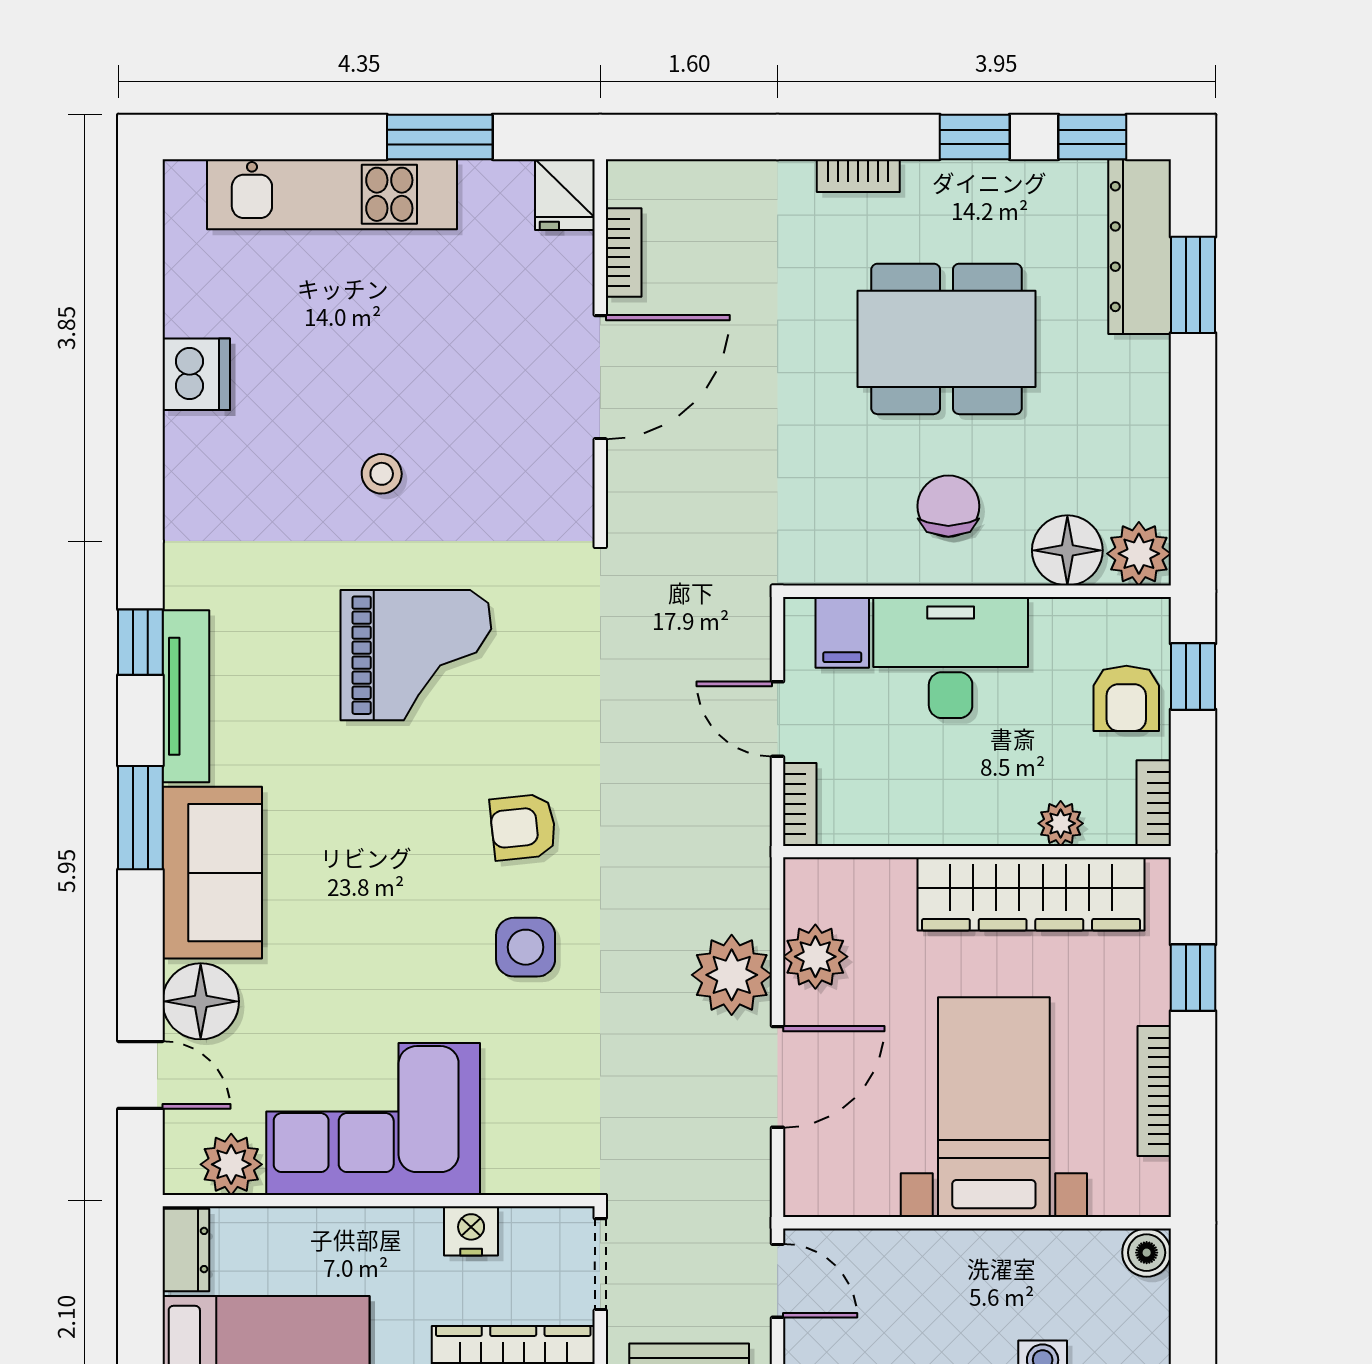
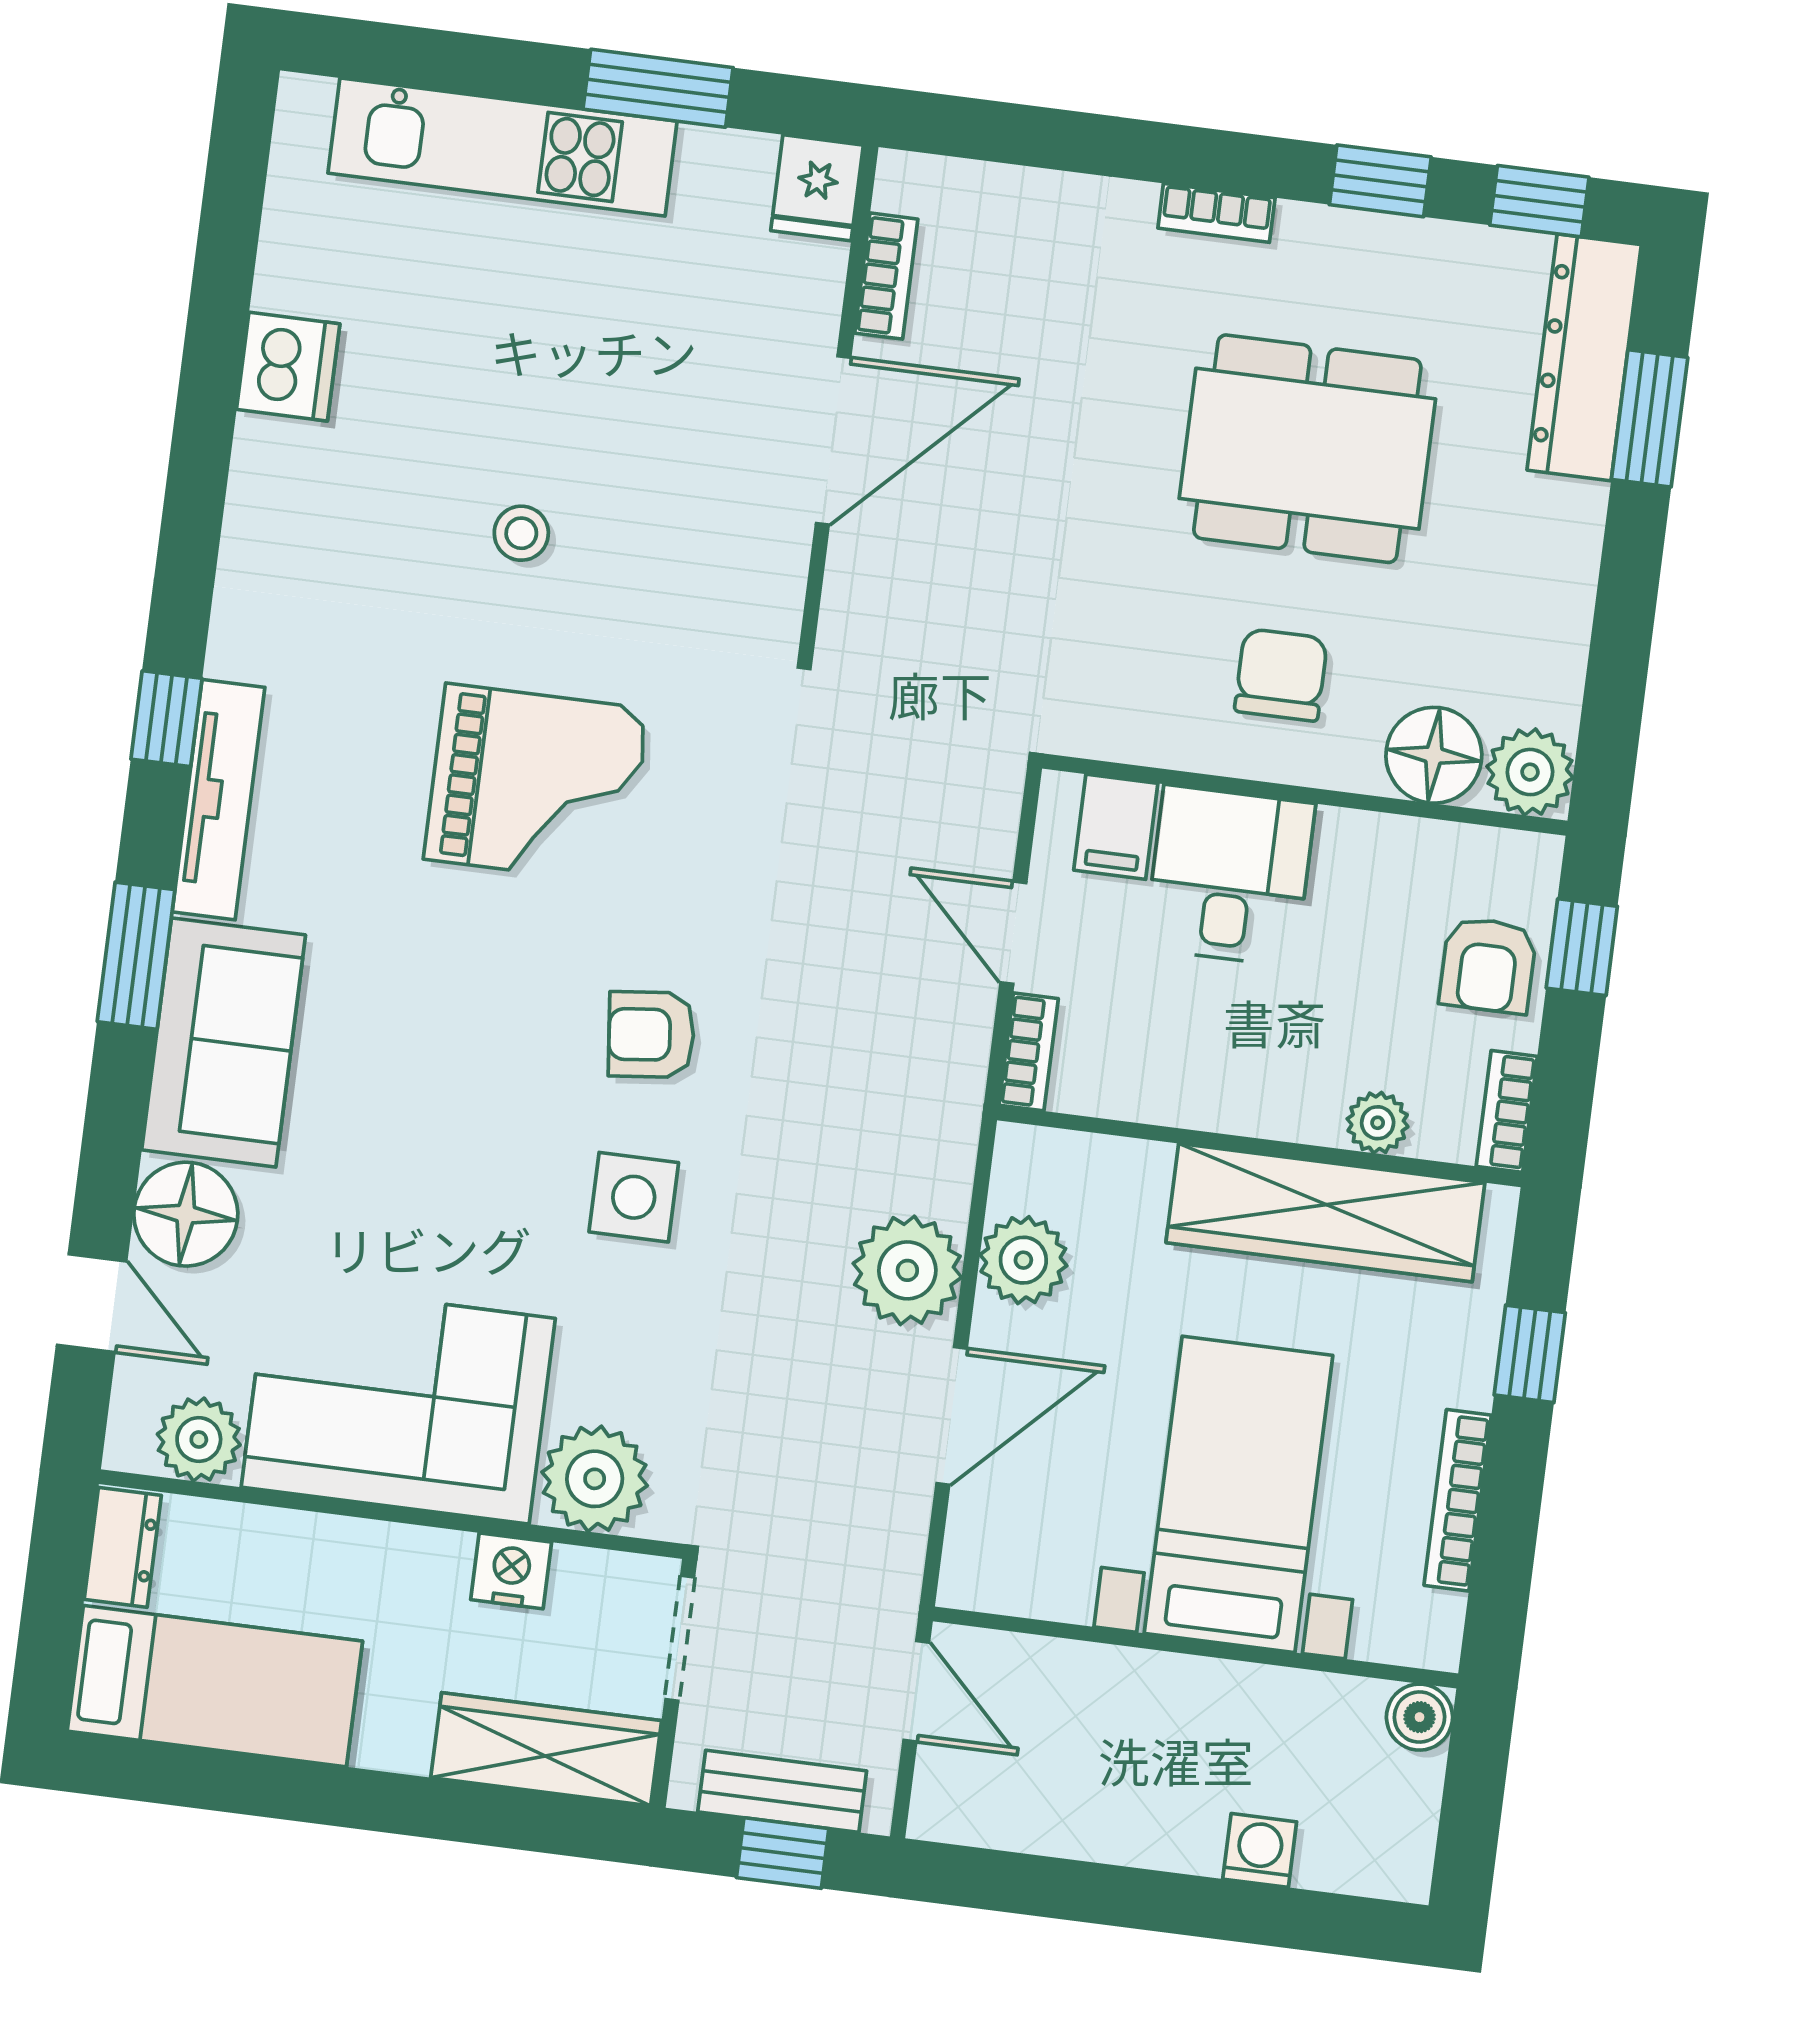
desk: (951, 657) -> (1229, 876), width x0.73
plant: (523, 1156) -> (595, 1479), added

